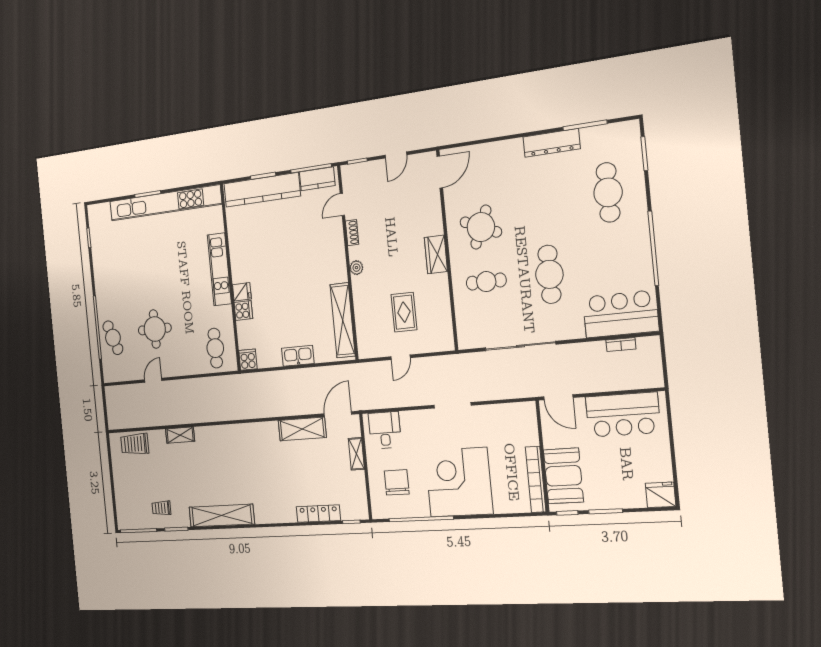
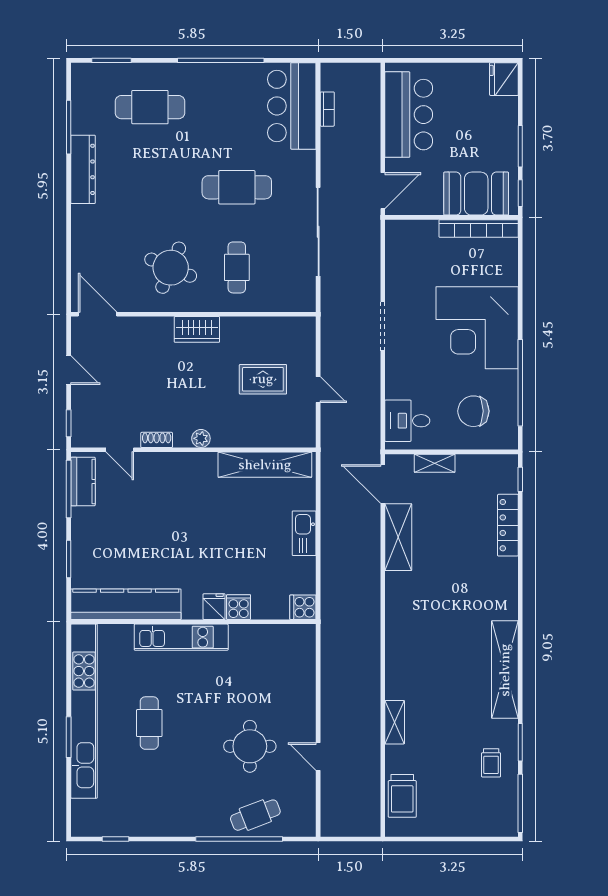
kitchen counter: (262, 190) -> (126, 604), moved, turned -90
cafe table: (215, 348) -> (149, 723), moved, turned 90

